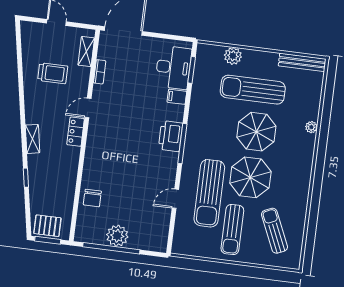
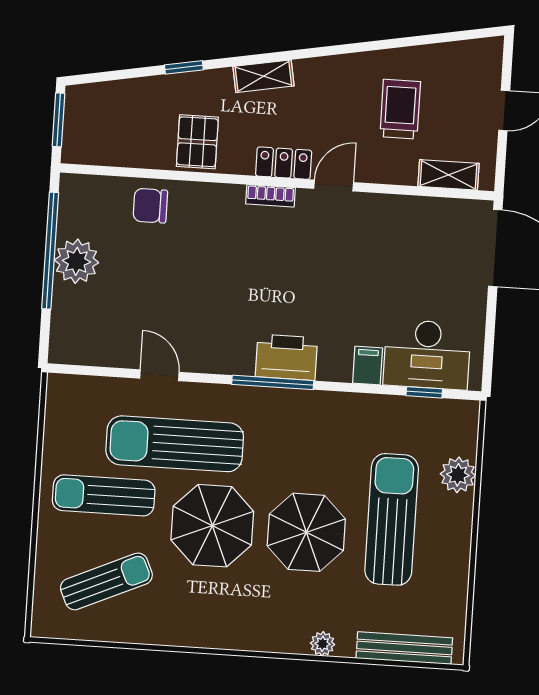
bench: (302, 62) -> (404, 648), moved, turned 90
window: (192, 70) -> (424, 392), width x0.67
bookcase: (100, 72) -> (270, 196), moved
trolley: (53, 73) -> (400, 109), turned 180
door: (88, 108) -> (334, 186), hinge flipped
pallet: (47, 226) -> (197, 142), moved

